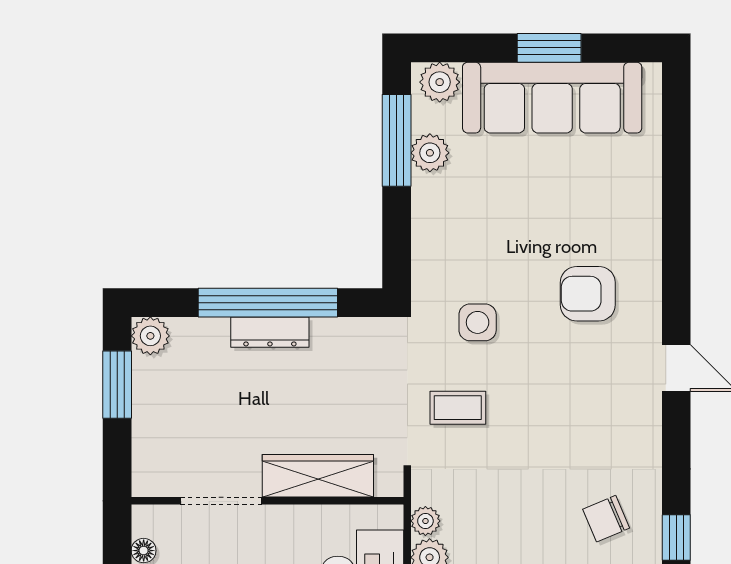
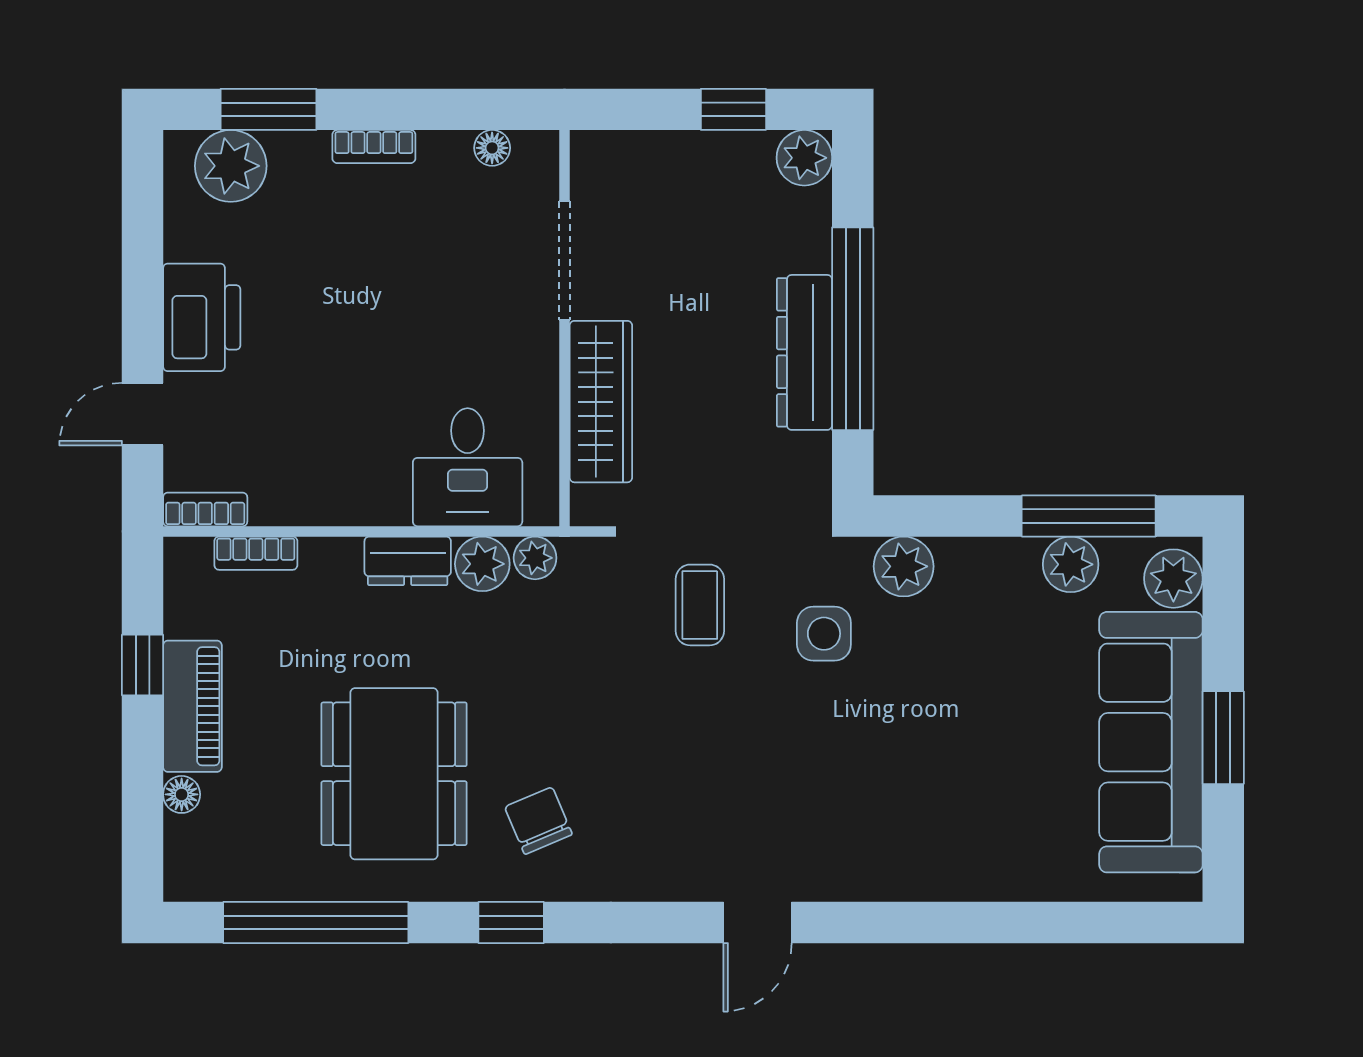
plant: (431, 268) -> (904, 566), added
armchair: (588, 294) -> (866, 794), removed
dresser: (270, 332) -> (804, 352), width x1.37, depth x1.24
window: (117, 385) -> (733, 109), width x0.67

